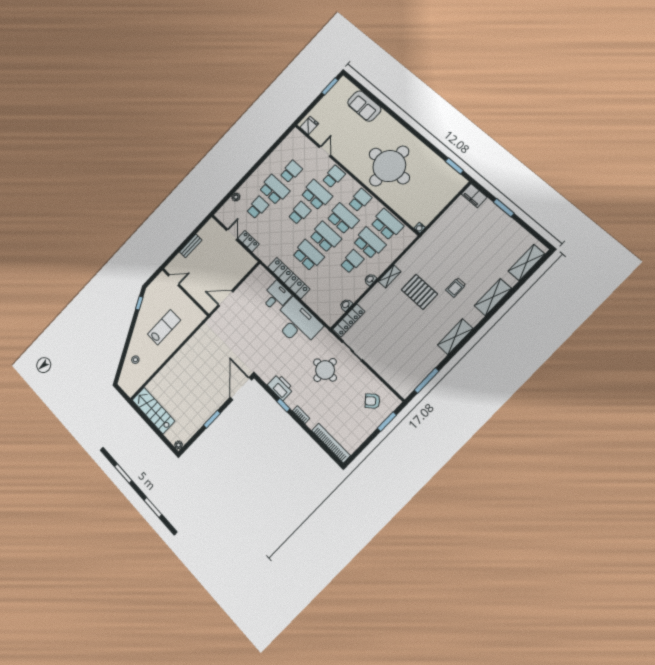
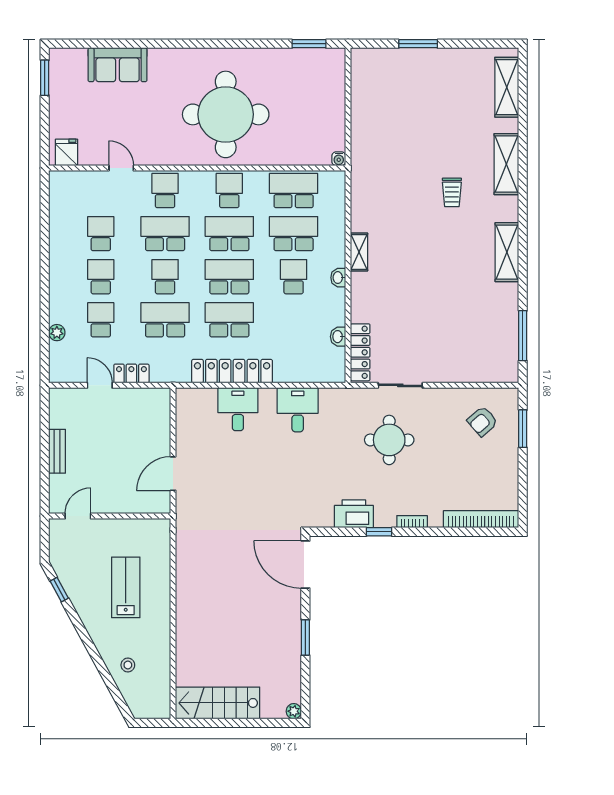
school desk: (274, 190) -> (101, 277), width x0.54
filing cabinet: (474, 196) -> (368, 60), removed
school desk: (283, 231) -> (165, 320), added
pallet: (419, 292) -> (413, 238), removed
desk: (297, 323) -> (298, 410), width x0.53, depth x0.77

